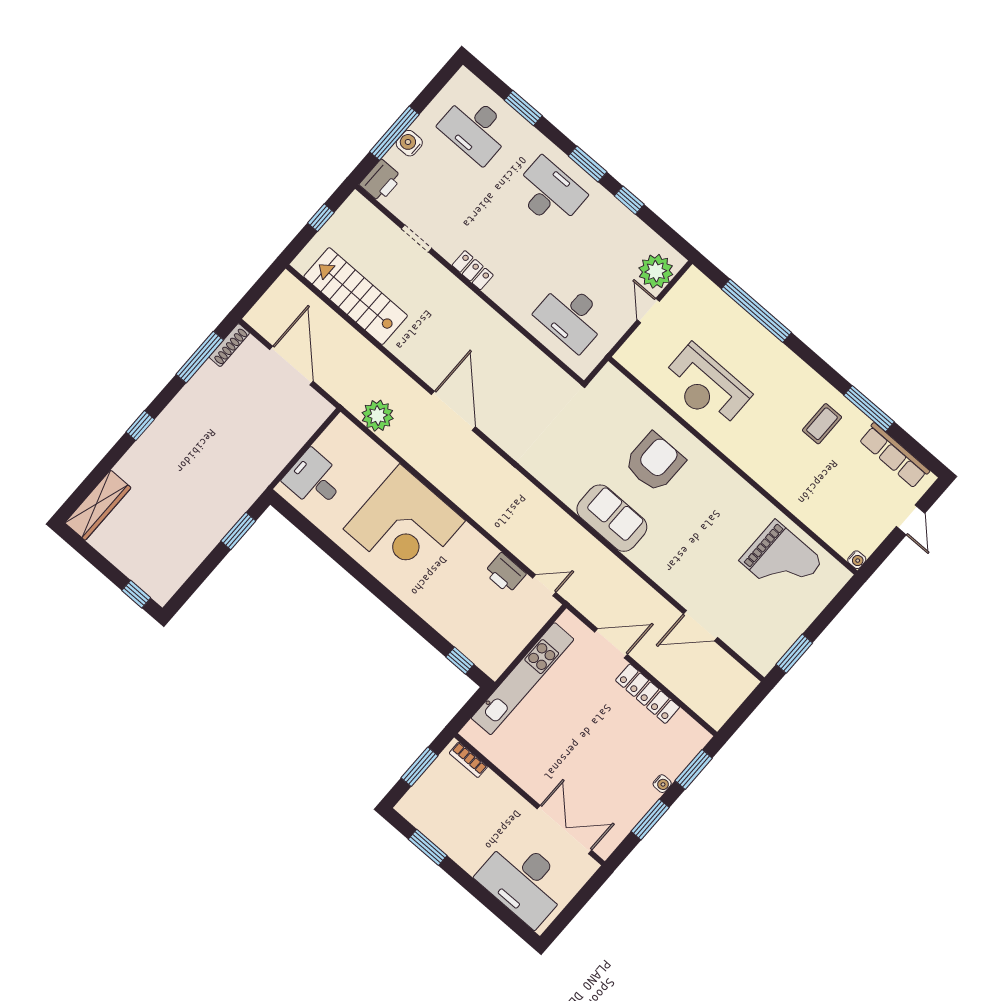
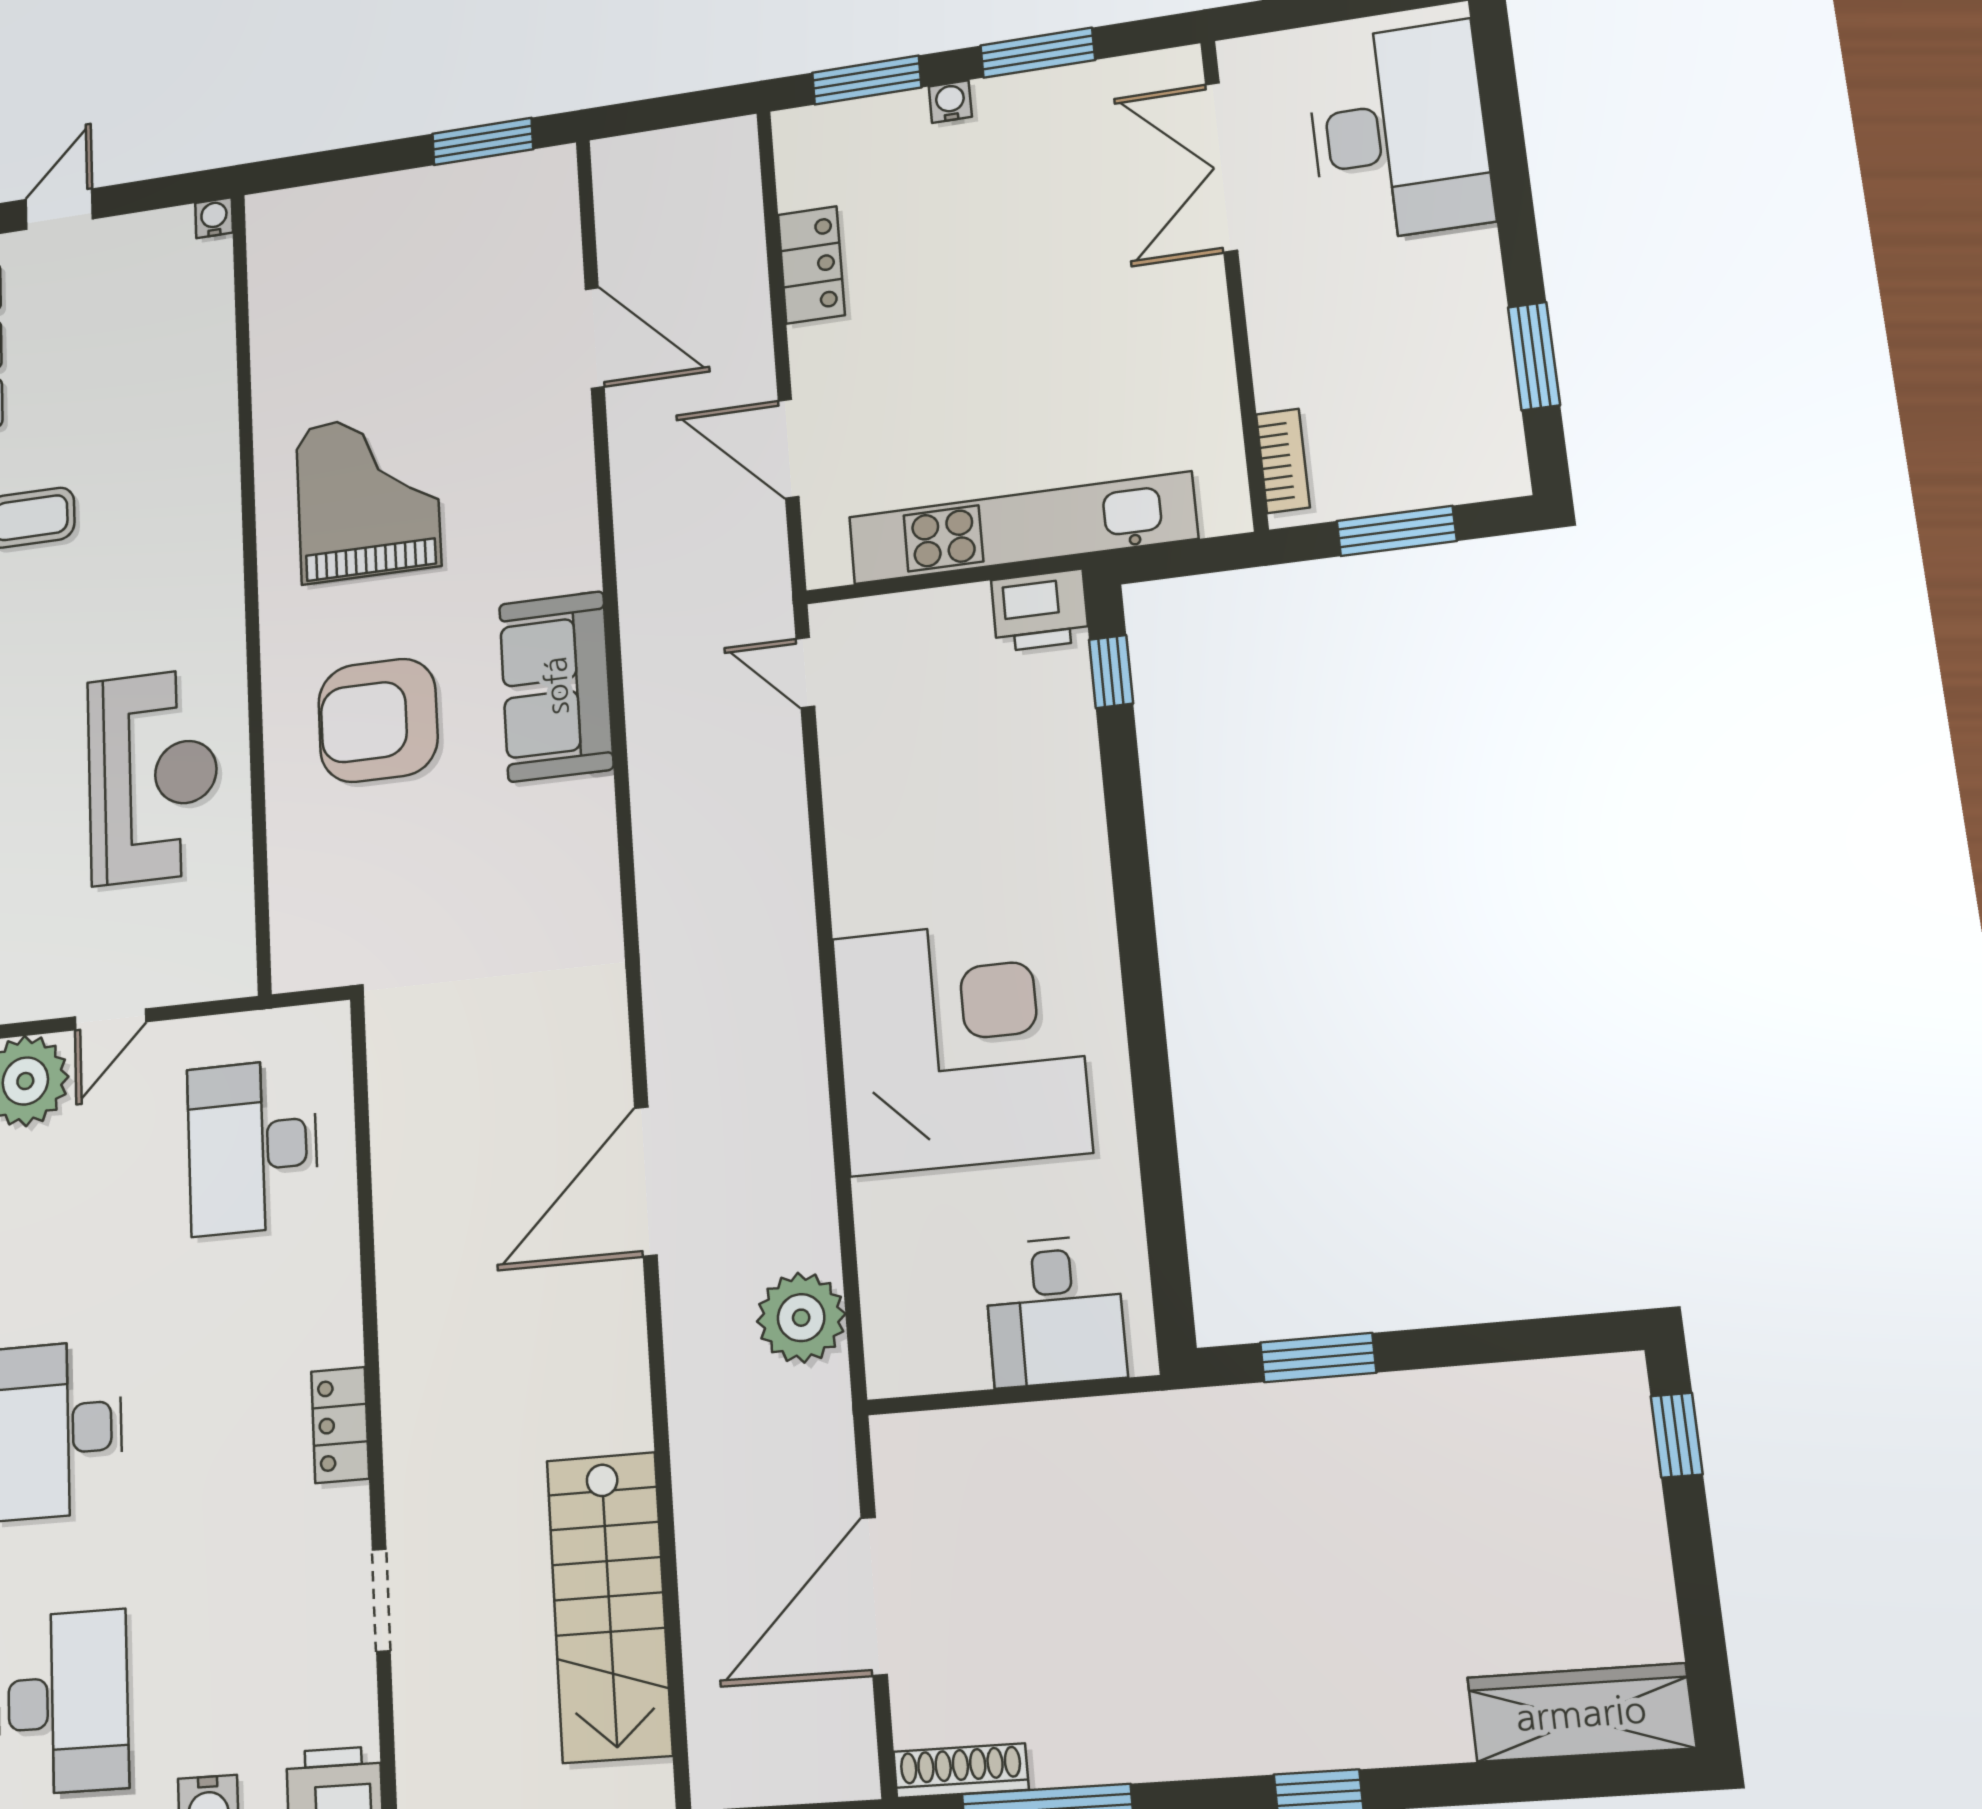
desk: (571, 316) -> (252, 1147), turned 180
grand piano: (781, 561) -> (368, 496), moved
printer: (505, 573) -> (1040, 610), moved, turned 90
locker: (648, 694) -> (811, 265), width x0.66

